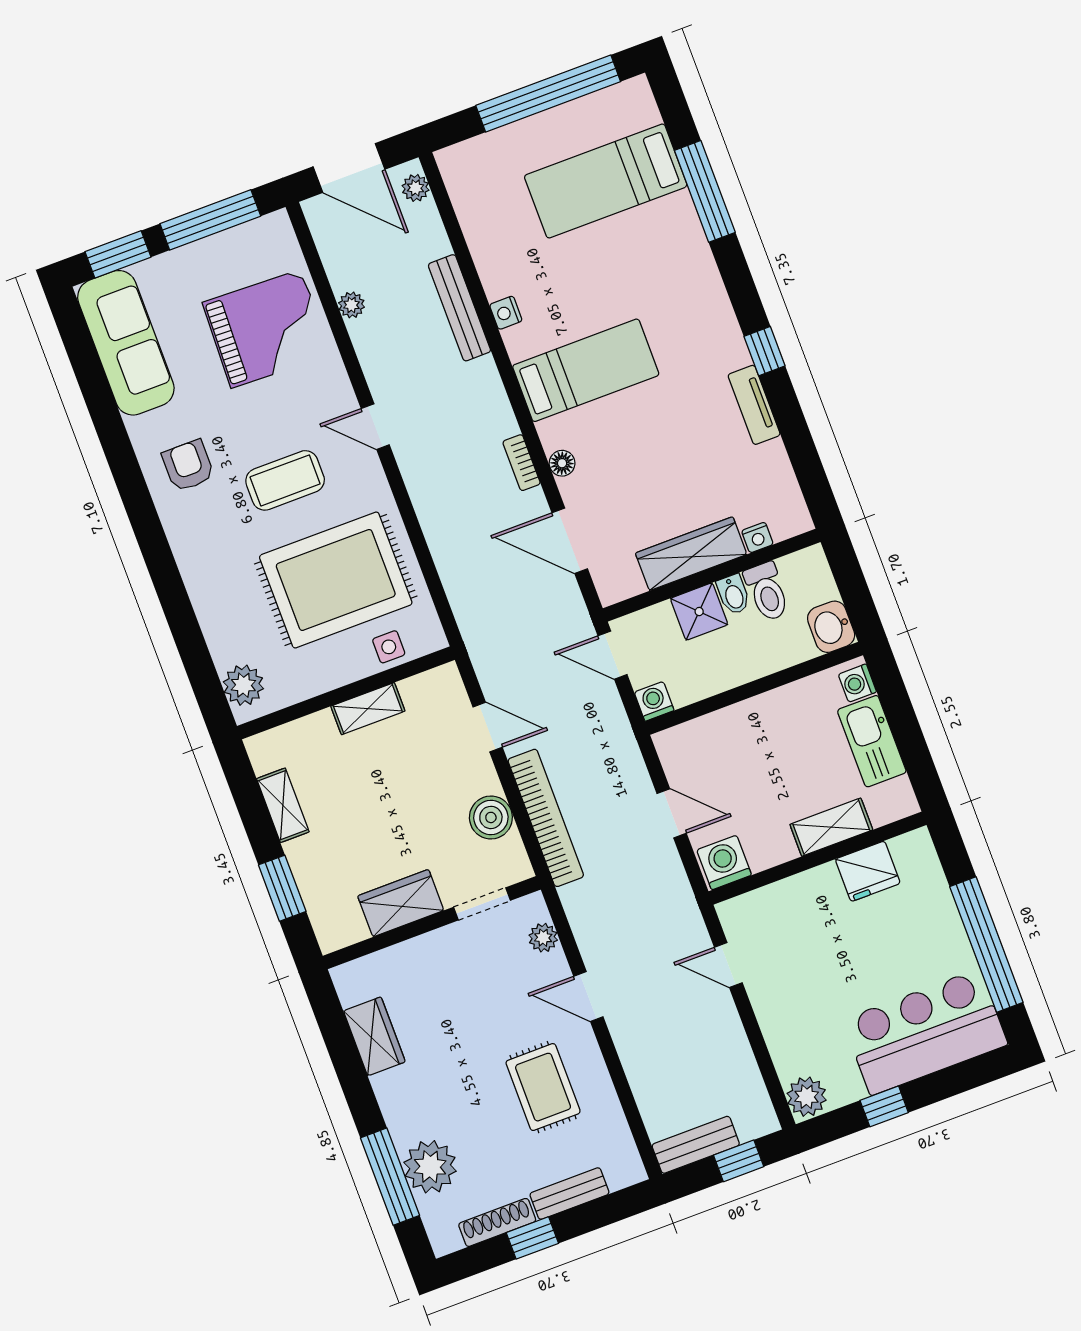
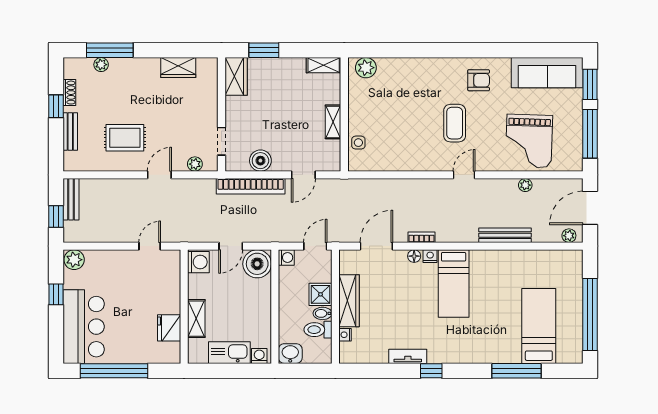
nightstand: (506, 313) -> (430, 256), moved
rug: (336, 580) -> (399, 129), removed
boiler: (686, 751) -> (257, 264), added
shelving: (283, 805) -> (324, 65), moved
wardrobe: (401, 903) -> (236, 76), moved
plant: (430, 1167) -> (101, 65), width x0.53, depth x0.53
shoe rack: (497, 1222) -> (69, 93), width x0.70

